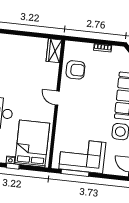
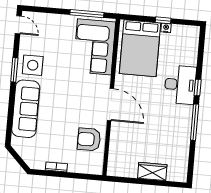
wardrobe: (54, 51) -> (152, 171), moved, turned -90
door: (57, 98) -> (111, 105), width x1.87
corner sofa: (82, 156) -> (94, 47), moved, turned 90

